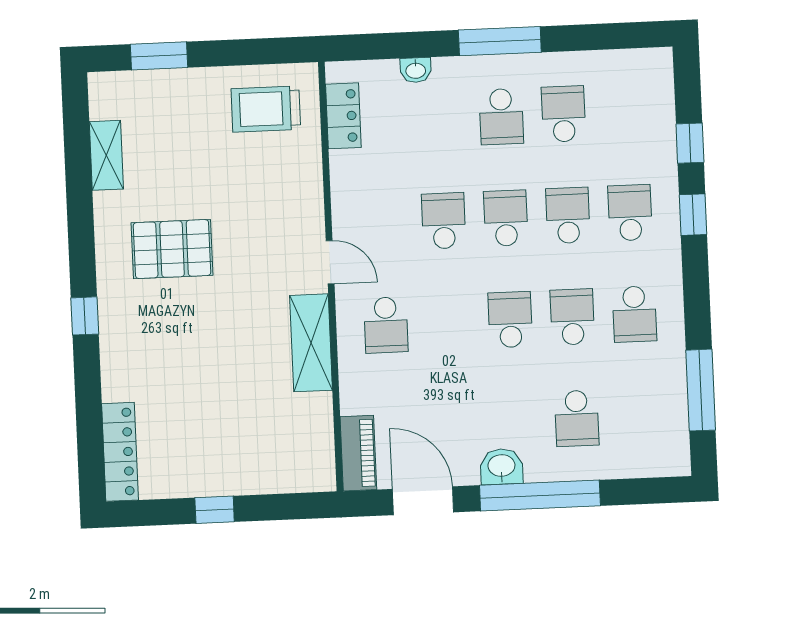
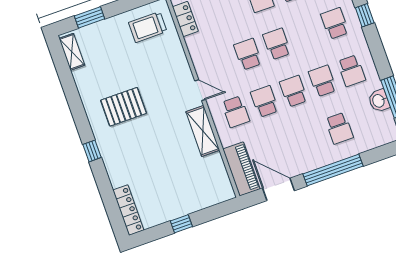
shelving: (106, 155) -> (72, 52), moved
school desk: (568, 215) -> (265, 101), moved
piano: (358, 453) -> (241, 169), width x1.37, depth x1.33
washbasin: (501, 467) -> (379, 101), moved, turned -90

